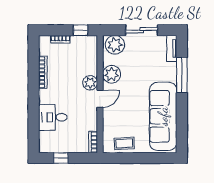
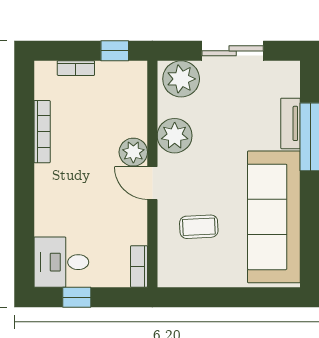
tv unit: (172, 49) -> (291, 123), moved
door: (100, 99) -> (152, 183), swing flipped
desk: (53, 117) -> (61, 262), moved
coffee table: (124, 143) -> (199, 227), moved

